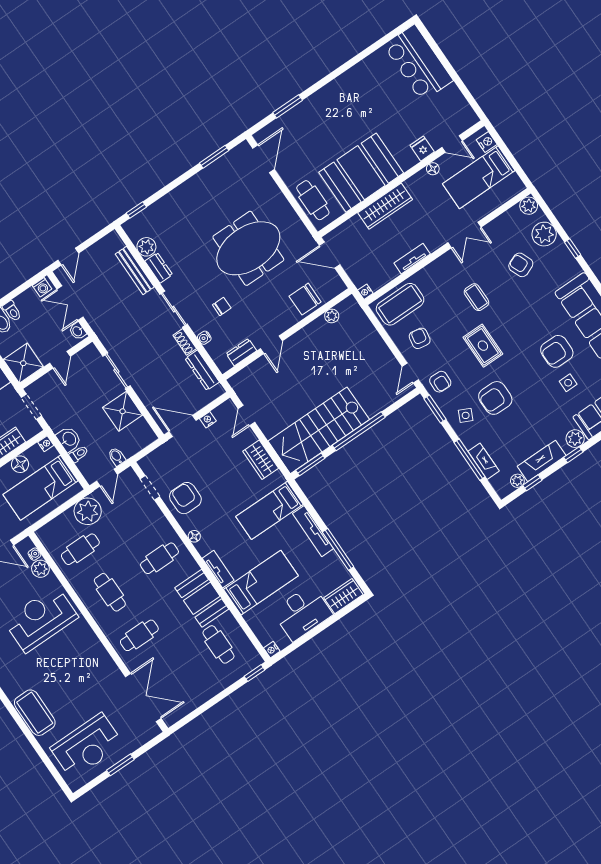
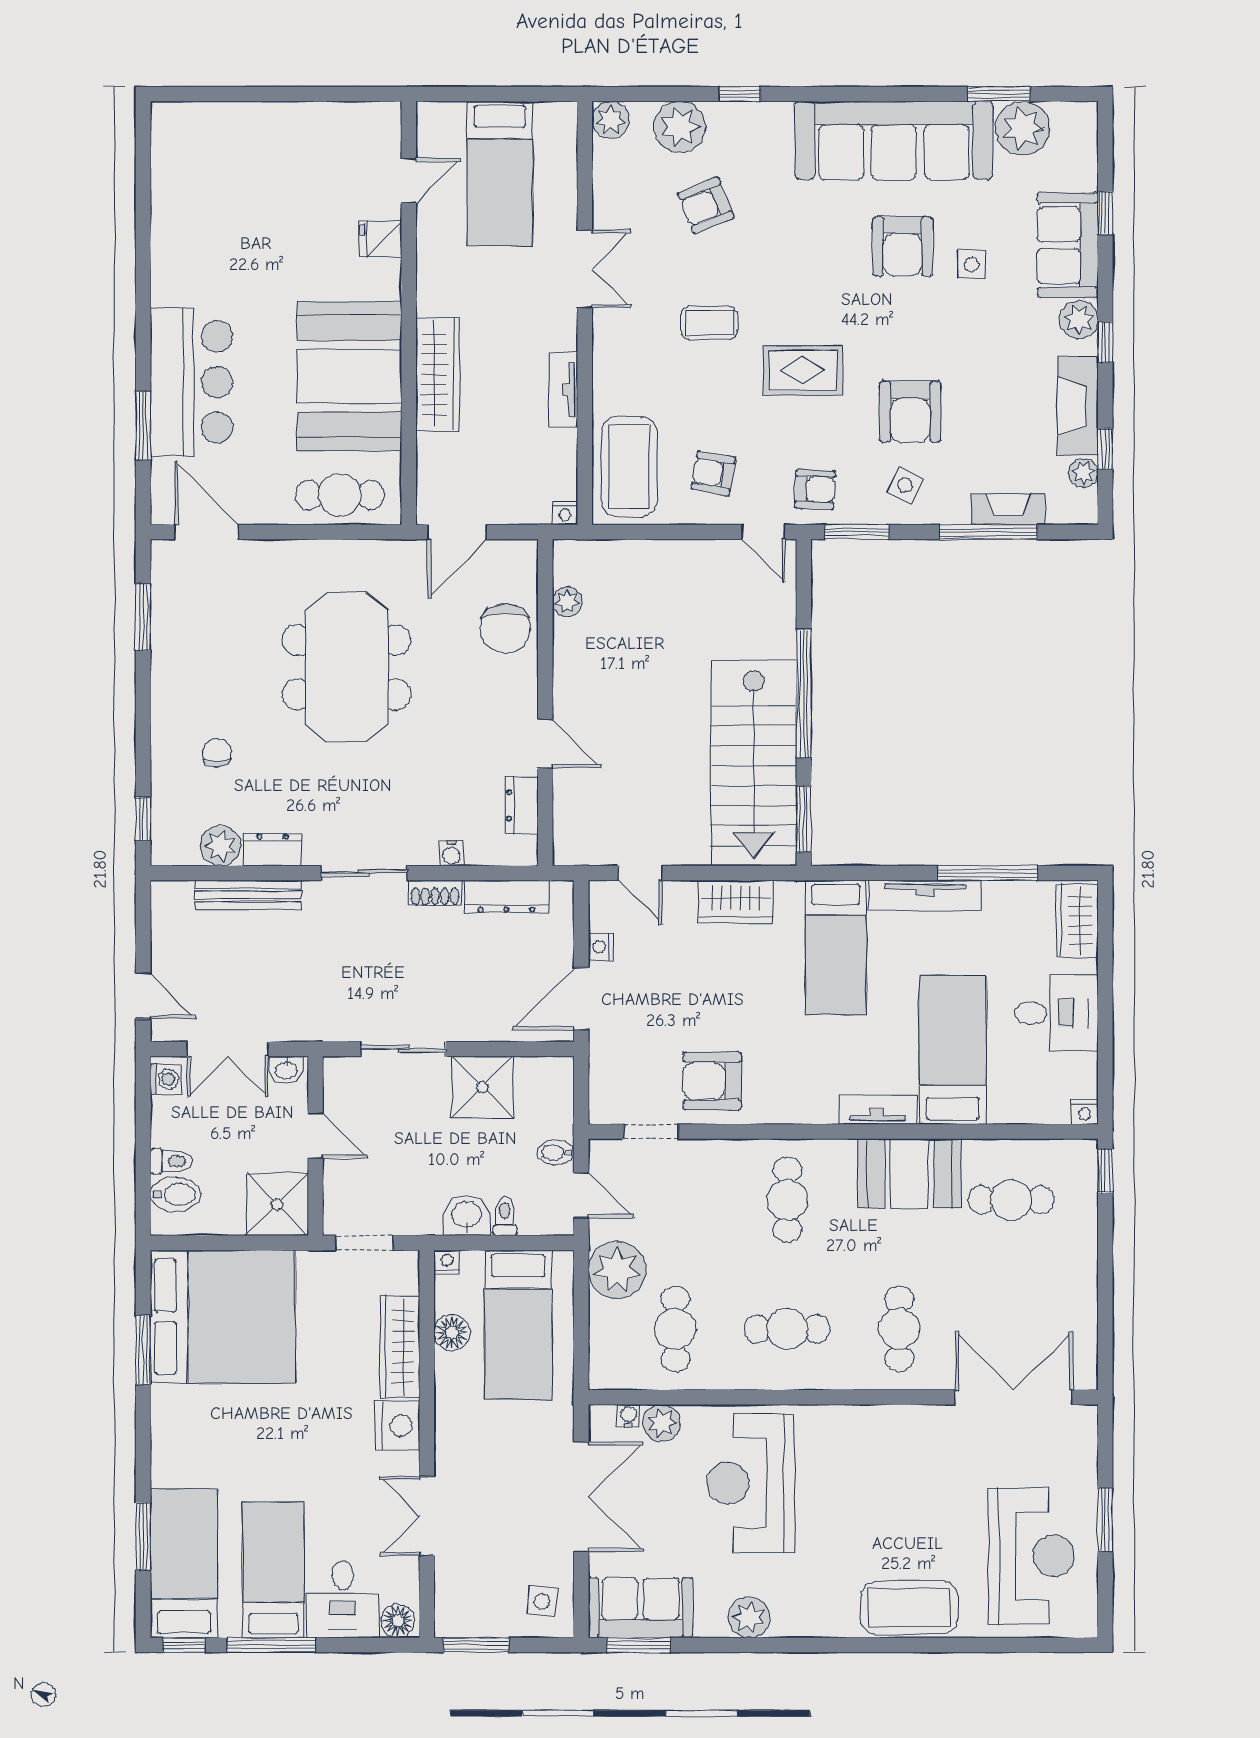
bar counter: (418, 63) -> (191, 382), moved, turned -90
nightstand: (487, 142) -> (447, 117), removed
floor lamp: (433, 169) -> (429, 245), removed
chair: (222, 306) -> (217, 753), moved
floor lamp: (194, 536) -> (791, 1112), removed
desk: (302, 613) -> (1057, 1013), width x0.73

